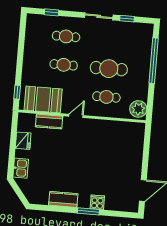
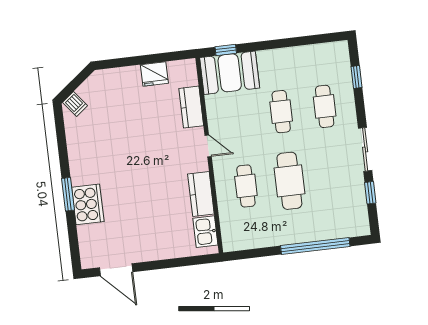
booth: (43, 99) -> (230, 73), moved, turned 90
plant: (138, 109) -> (238, 238), removed
kitchen sink: (21, 168) -> (205, 232), moved, turned 90
dishwasher: (32, 195) -> (75, 104), added
kitchen counter: (63, 199) -> (201, 194), moved, turned 180
cooker: (97, 202) -> (88, 204), width x1.87, depth x1.31

